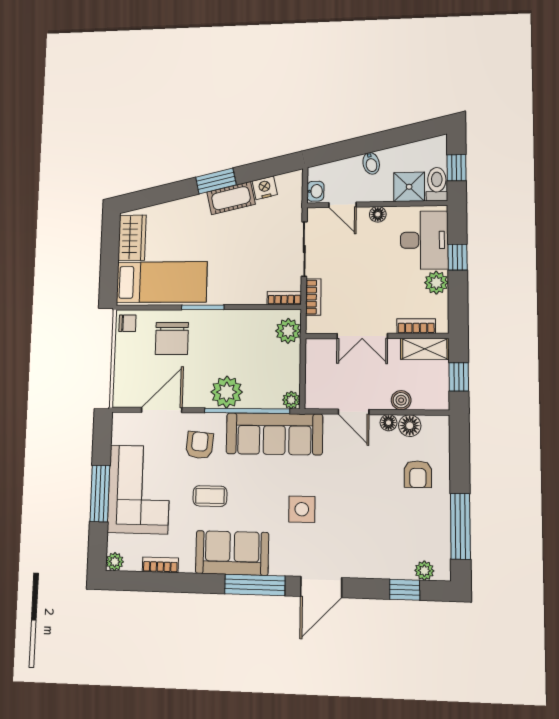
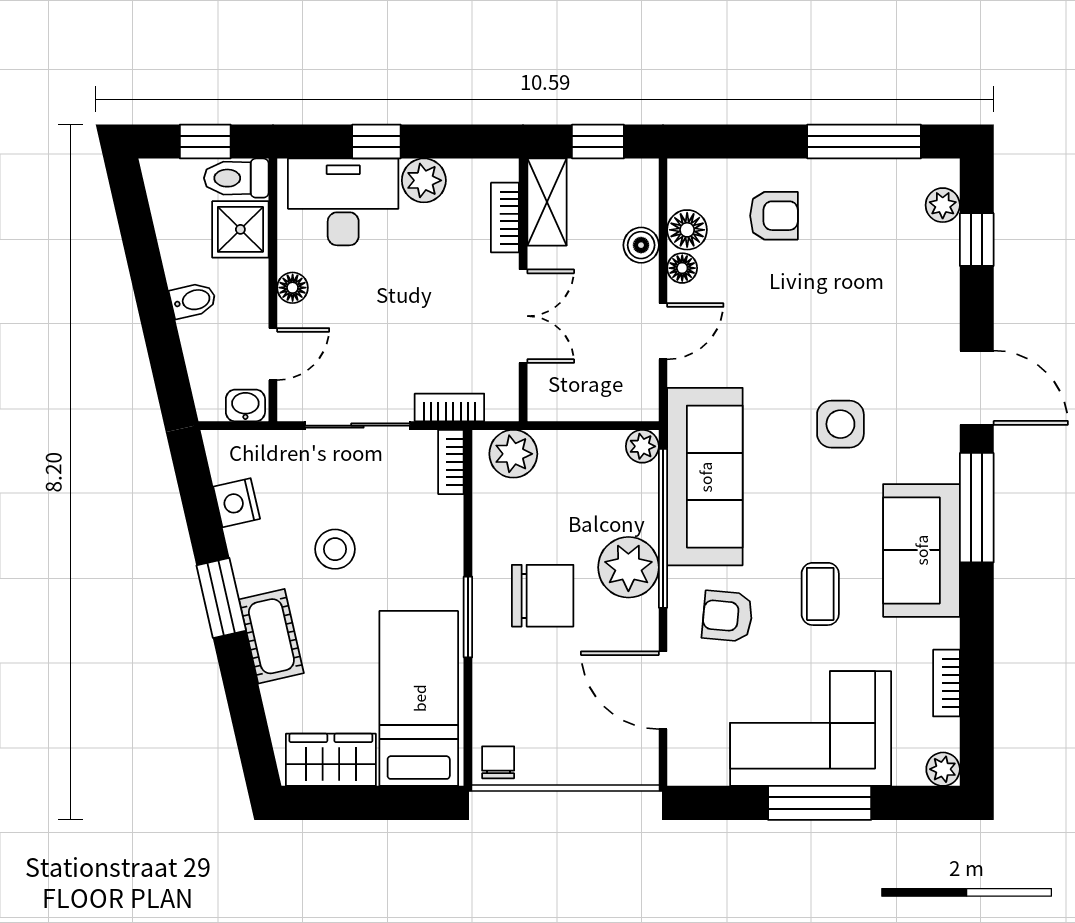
cot: (231, 198) -> (271, 636), moved
stool: (240, 238) -> (335, 549), added
chair: (172, 339) -> (543, 596), moved

